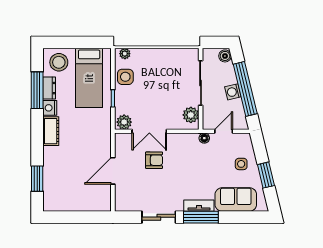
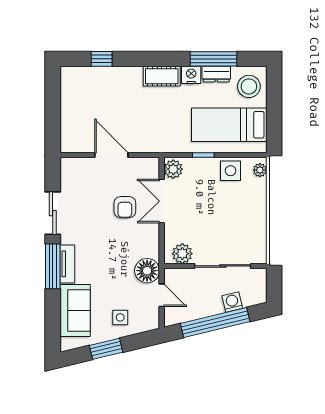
boiler: (225, 56) -> (257, 297), removed
washing machine: (233, 92) -> (232, 302), moved
floor lamp: (204, 138) -> (147, 271), width x1.89, depth x1.89
window: (37, 179) -> (102, 59), width x0.67

